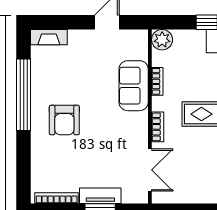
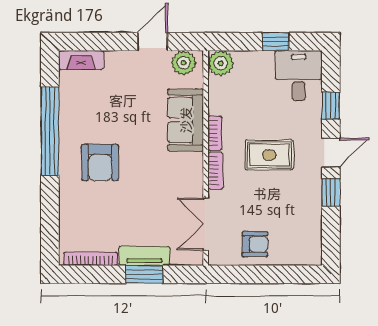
plant: (132, 39) -> (184, 63), added
bookcase: (157, 81) -> (215, 133), moved
double door: (150, 170) -> (206, 224), swing flipped
armchair: (190, 186) -> (255, 244), added

